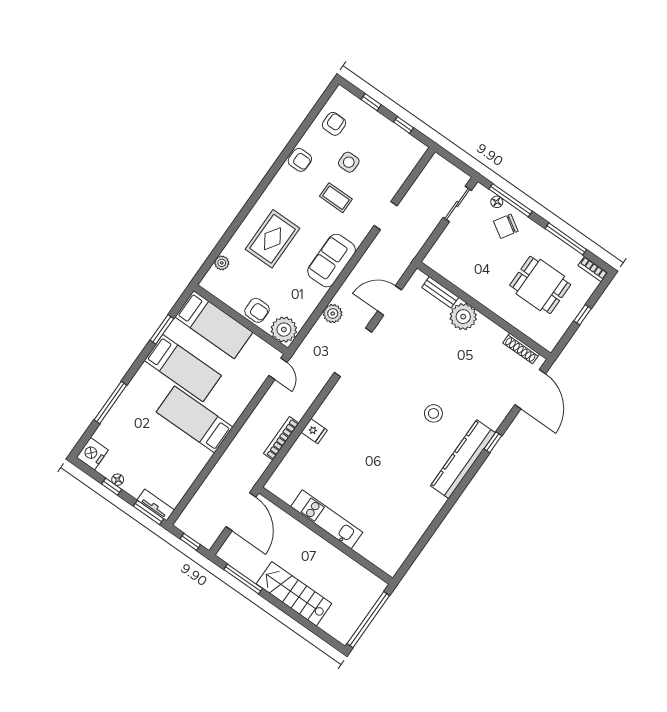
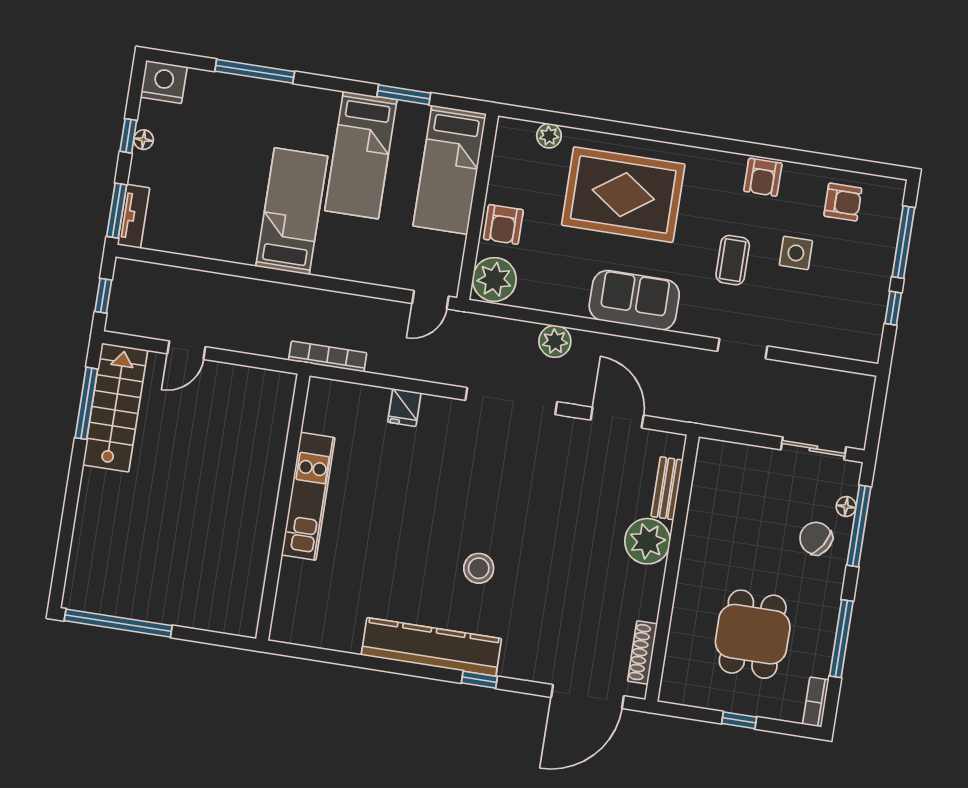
window: (371, 102) -> (903, 242), width x2.17
rug: (273, 239) -> (623, 195), width x1.37, depth x1.44
fridge: (314, 431) -> (404, 407), moved
door: (241, 512) -> (186, 350), width x0.53
kitchen unit: (327, 519) -> (308, 496), moved
wall: (326, 536) -> (283, 507), moved
stairs: (294, 594) -> (115, 408), moved

